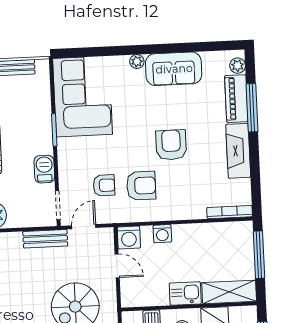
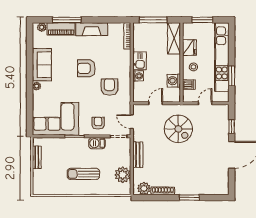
armchair: (104, 185) -> (98, 123), moved
washing machine: (129, 238) -> (174, 81), moved, turned 180
bench: (45, 239) -> (138, 155), moved
kitchen sink: (185, 294) -> (139, 61), moved, turned 180

